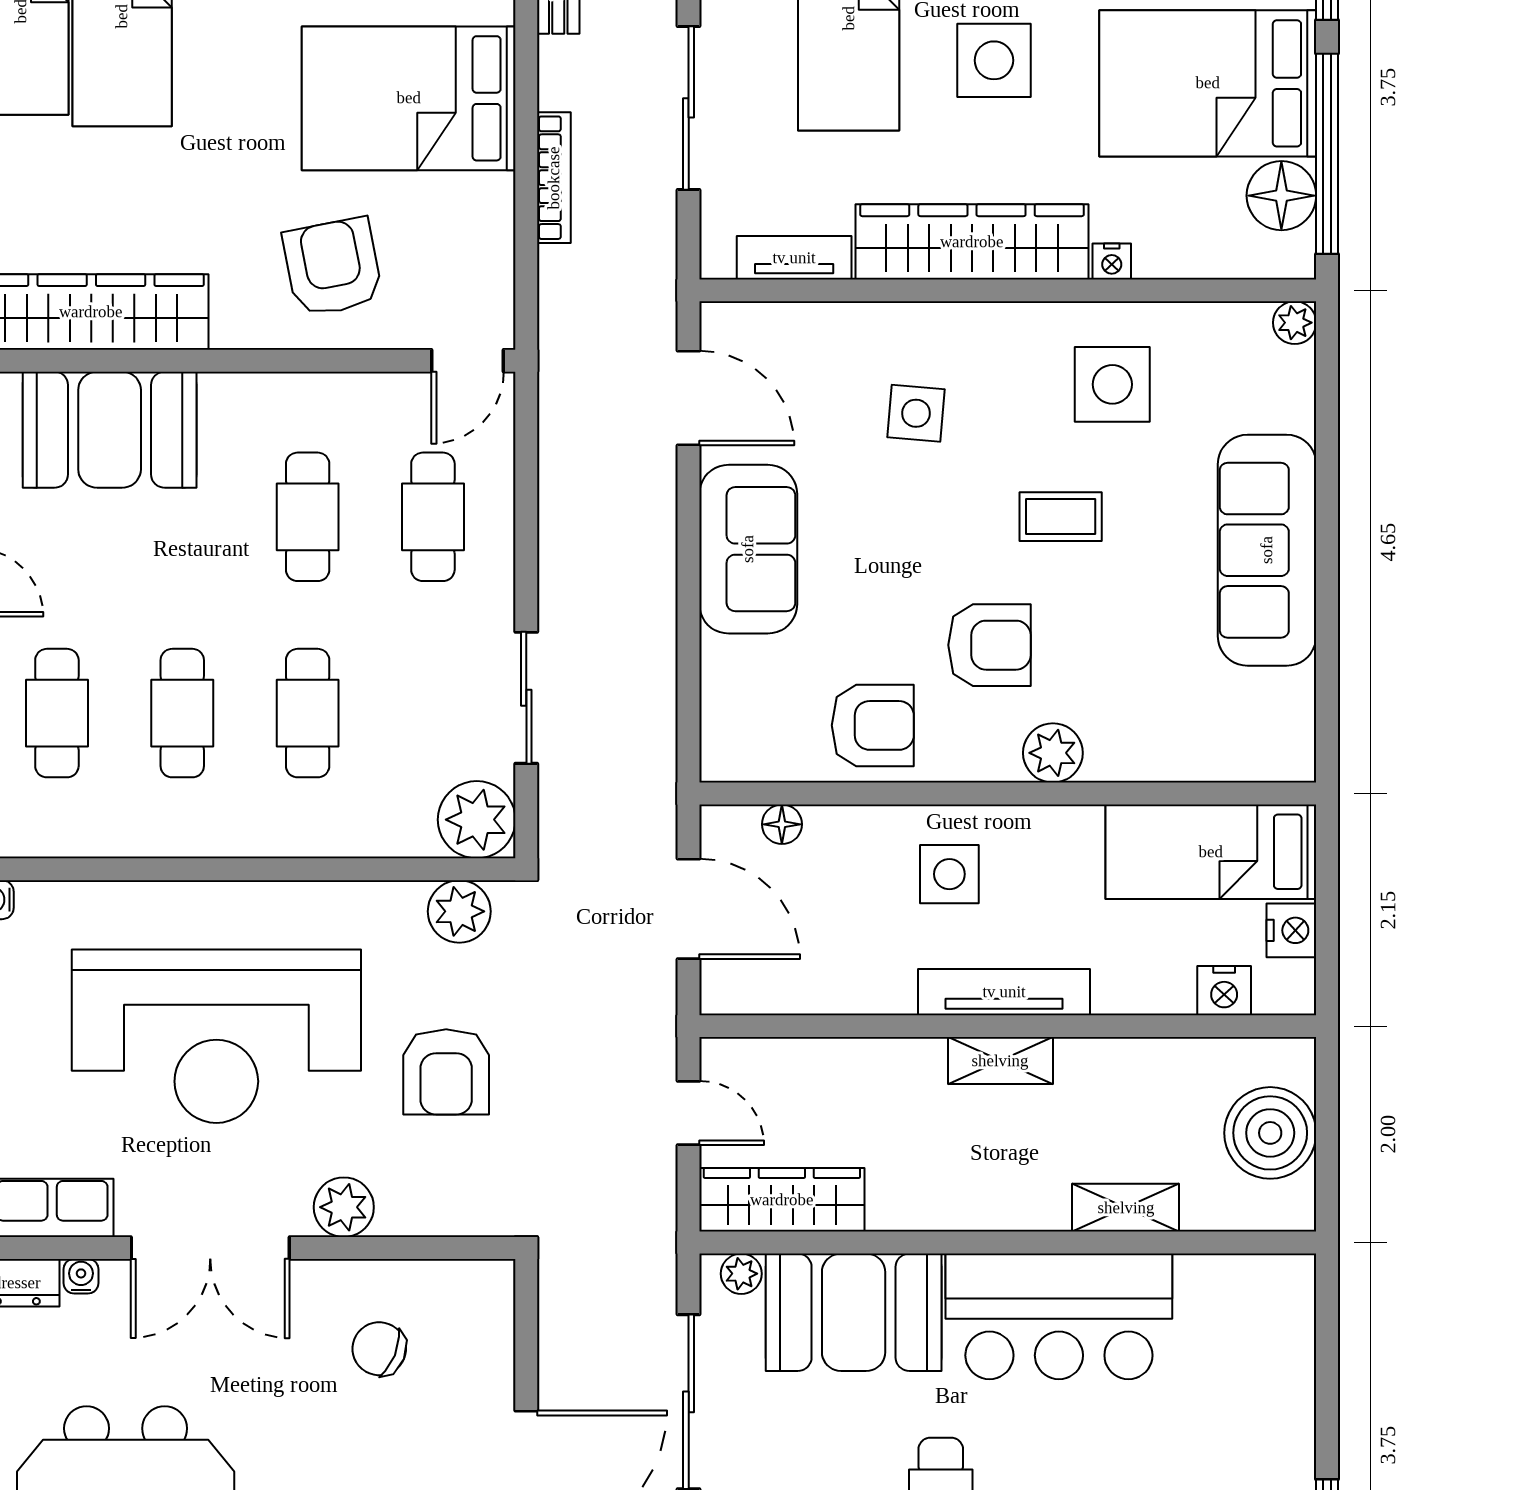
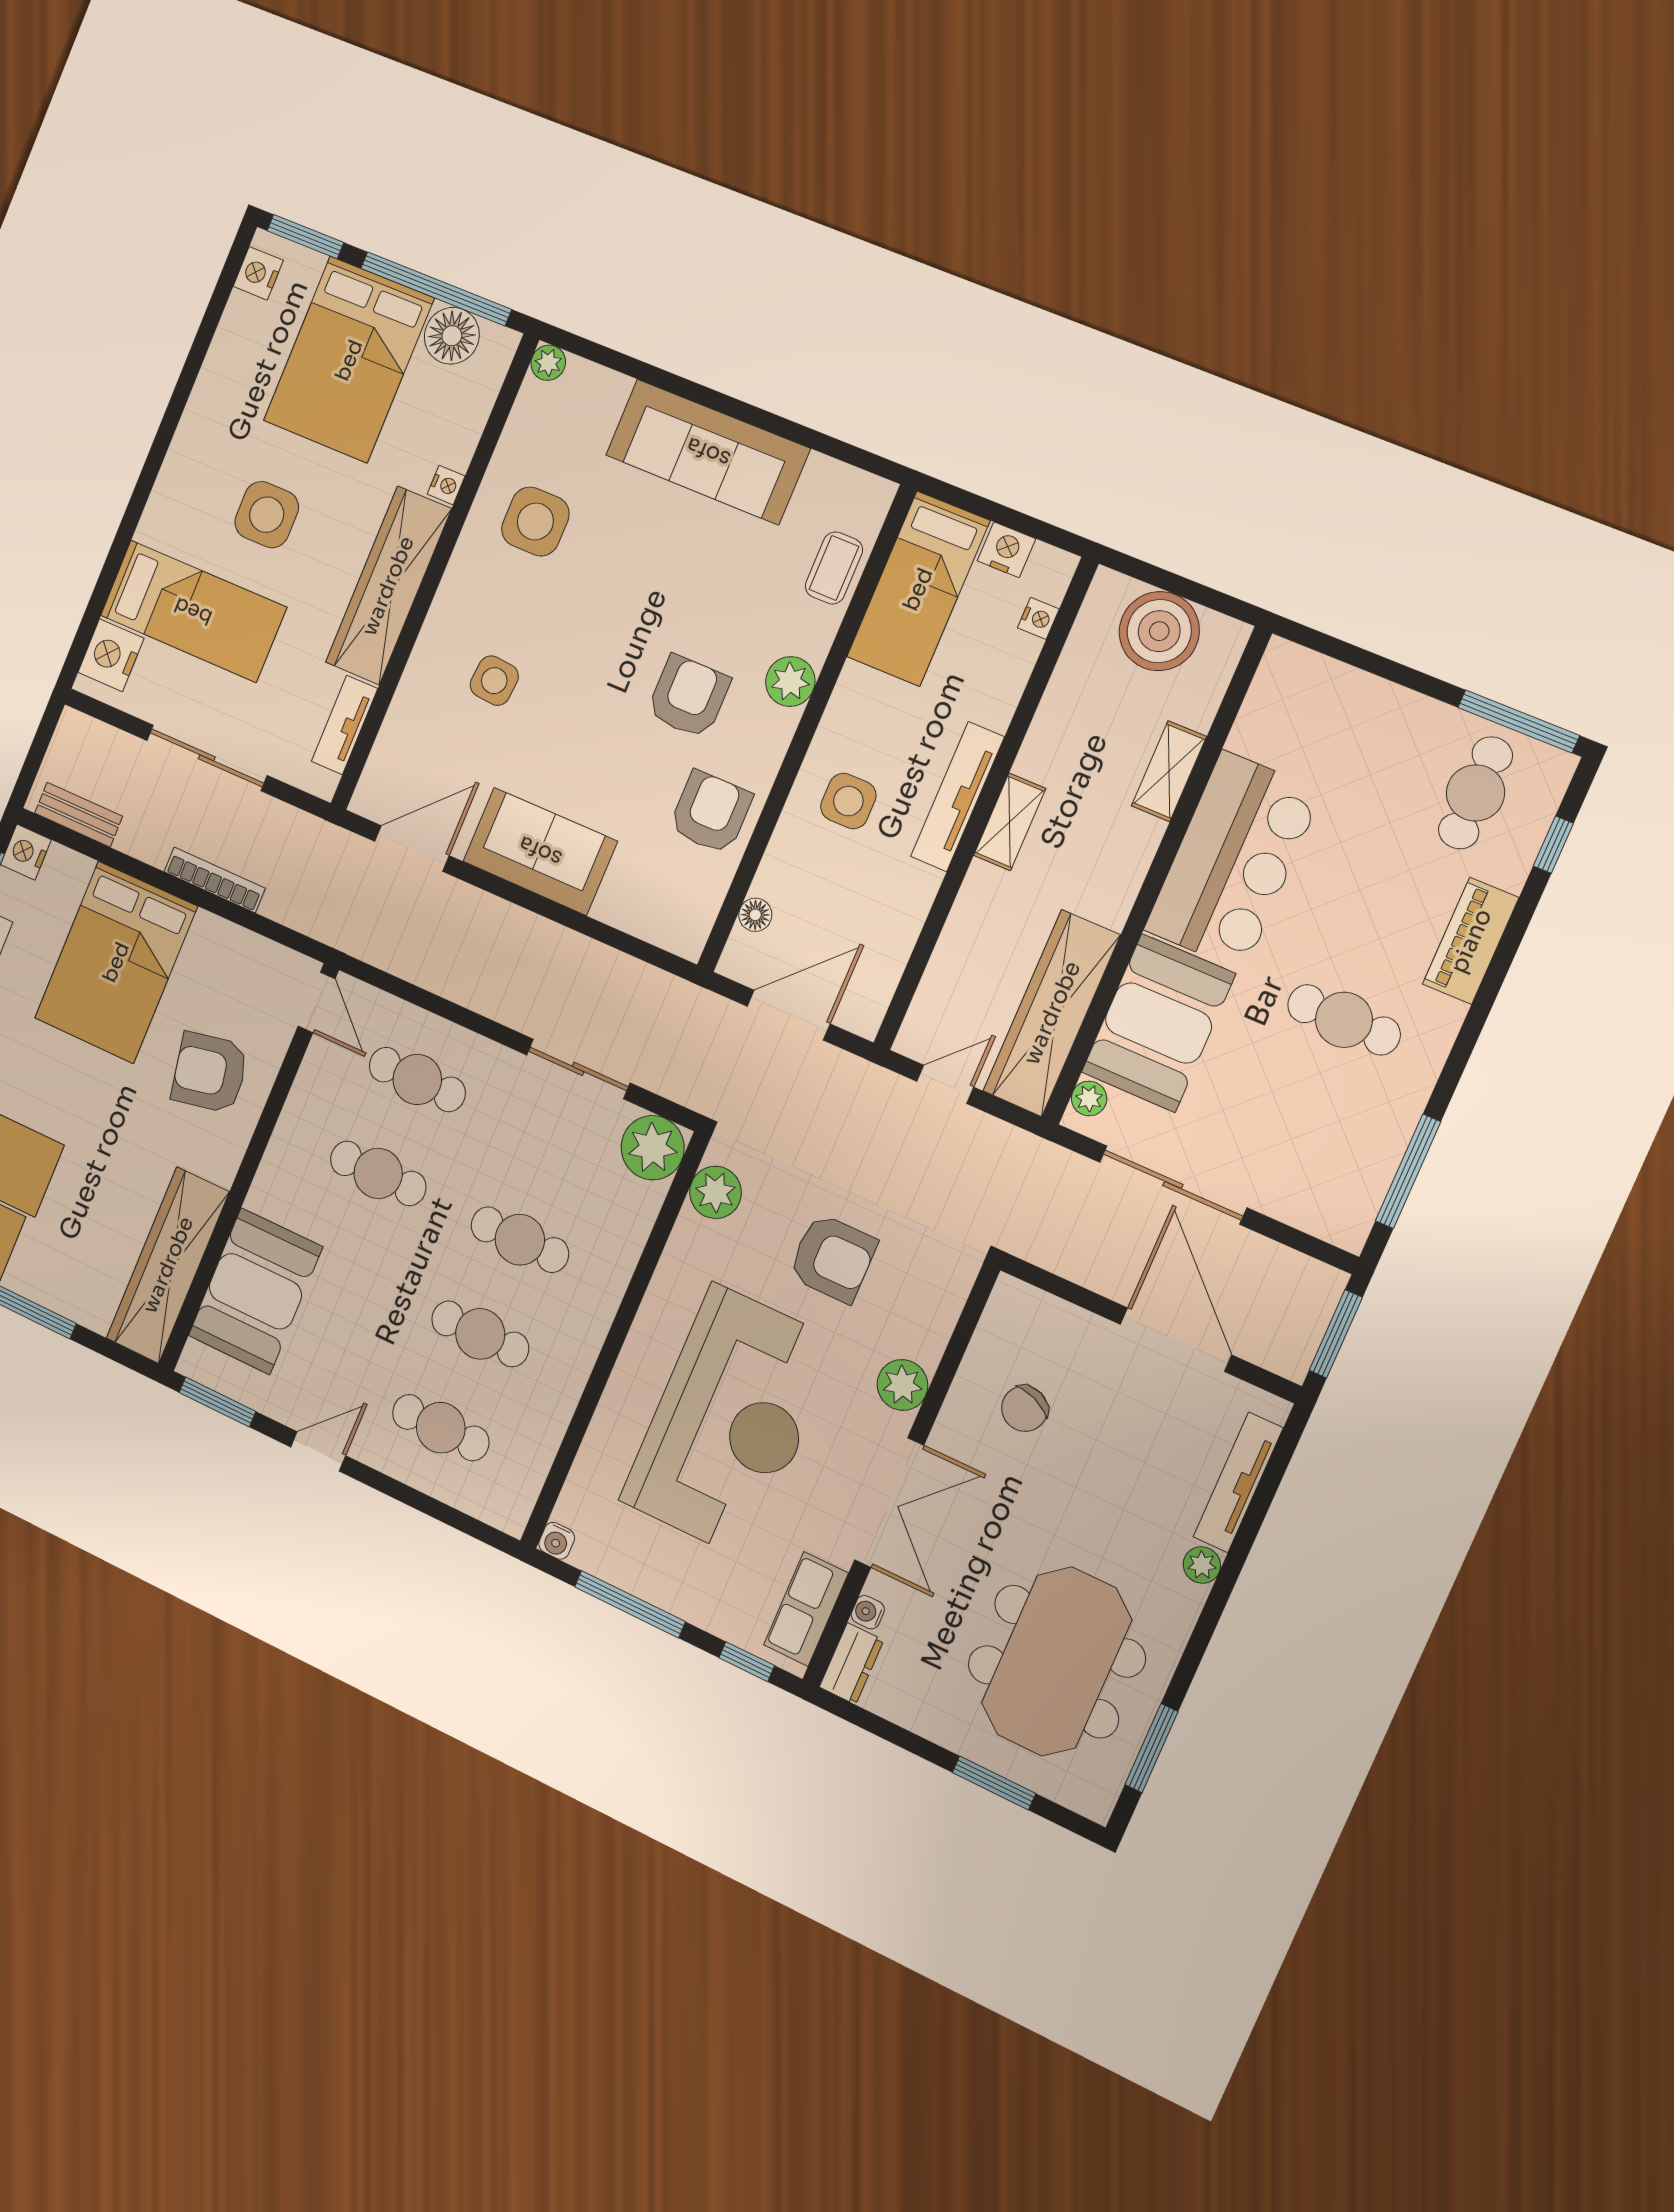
coffee table: (1061, 517) -> (834, 568), moved
nightstand: (1224, 991) -> (1038, 618), width x0.72, depth x0.74
wardrobe: (782, 1200) -> (1052, 1013), width x1.40, depth x1.17

